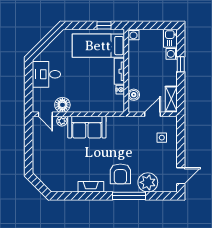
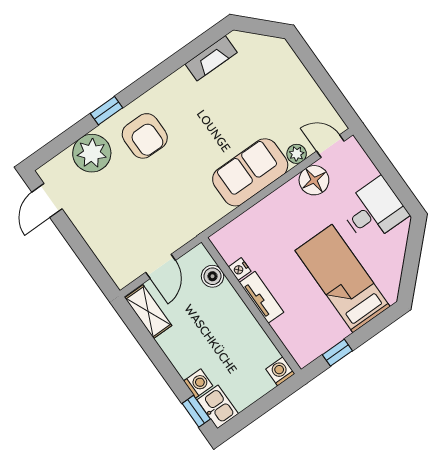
bed: (98, 46) -> (342, 278), moved, turned -90
window: (181, 64) -> (196, 411), moved
side table: (162, 138) -> (120, 240), removed
armchair: (120, 174) -> (145, 136), turned 180
fireplace: (91, 187) -> (211, 58), moved
window: (129, 196) -> (107, 111), width x0.46

